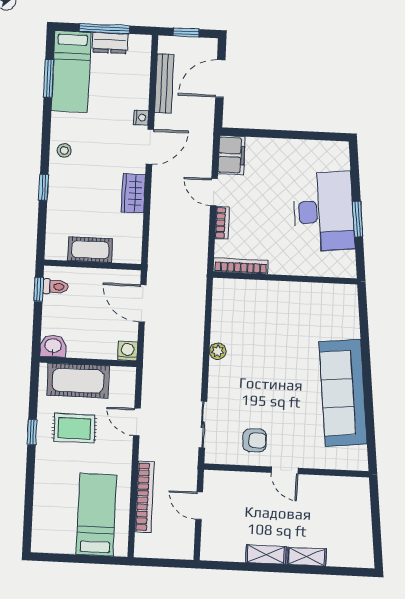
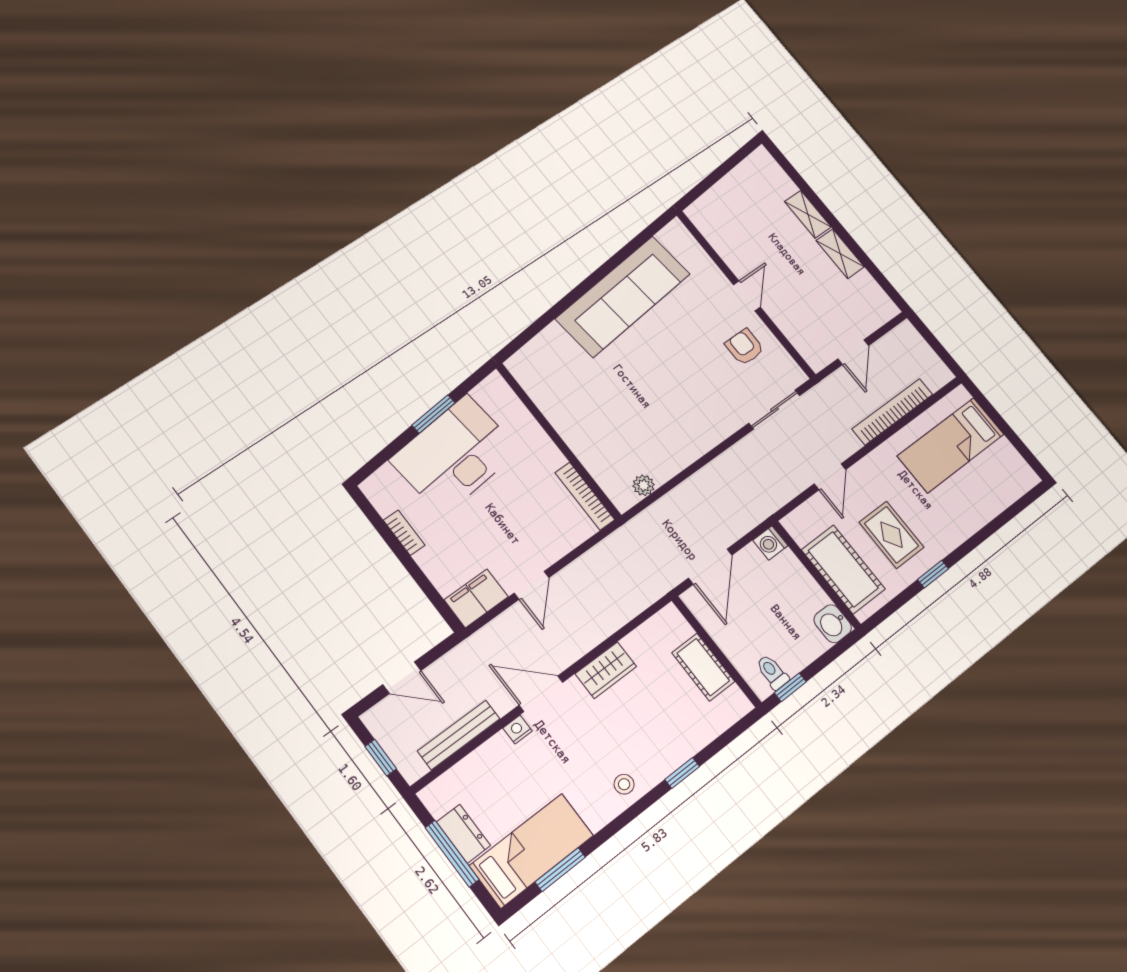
door: (220, 79) -> (402, 678), width x0.73
bookcase: (222, 223) -> (404, 533), moved, turned 90
plant: (218, 351) -> (644, 485), moved

